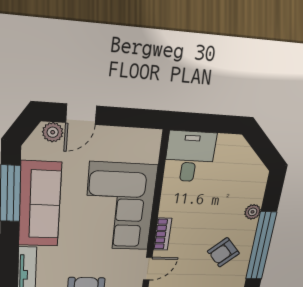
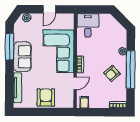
door: (81, 114) -> (49, 9), moved
sofa: (40, 204) -> (22, 57), width x0.73

